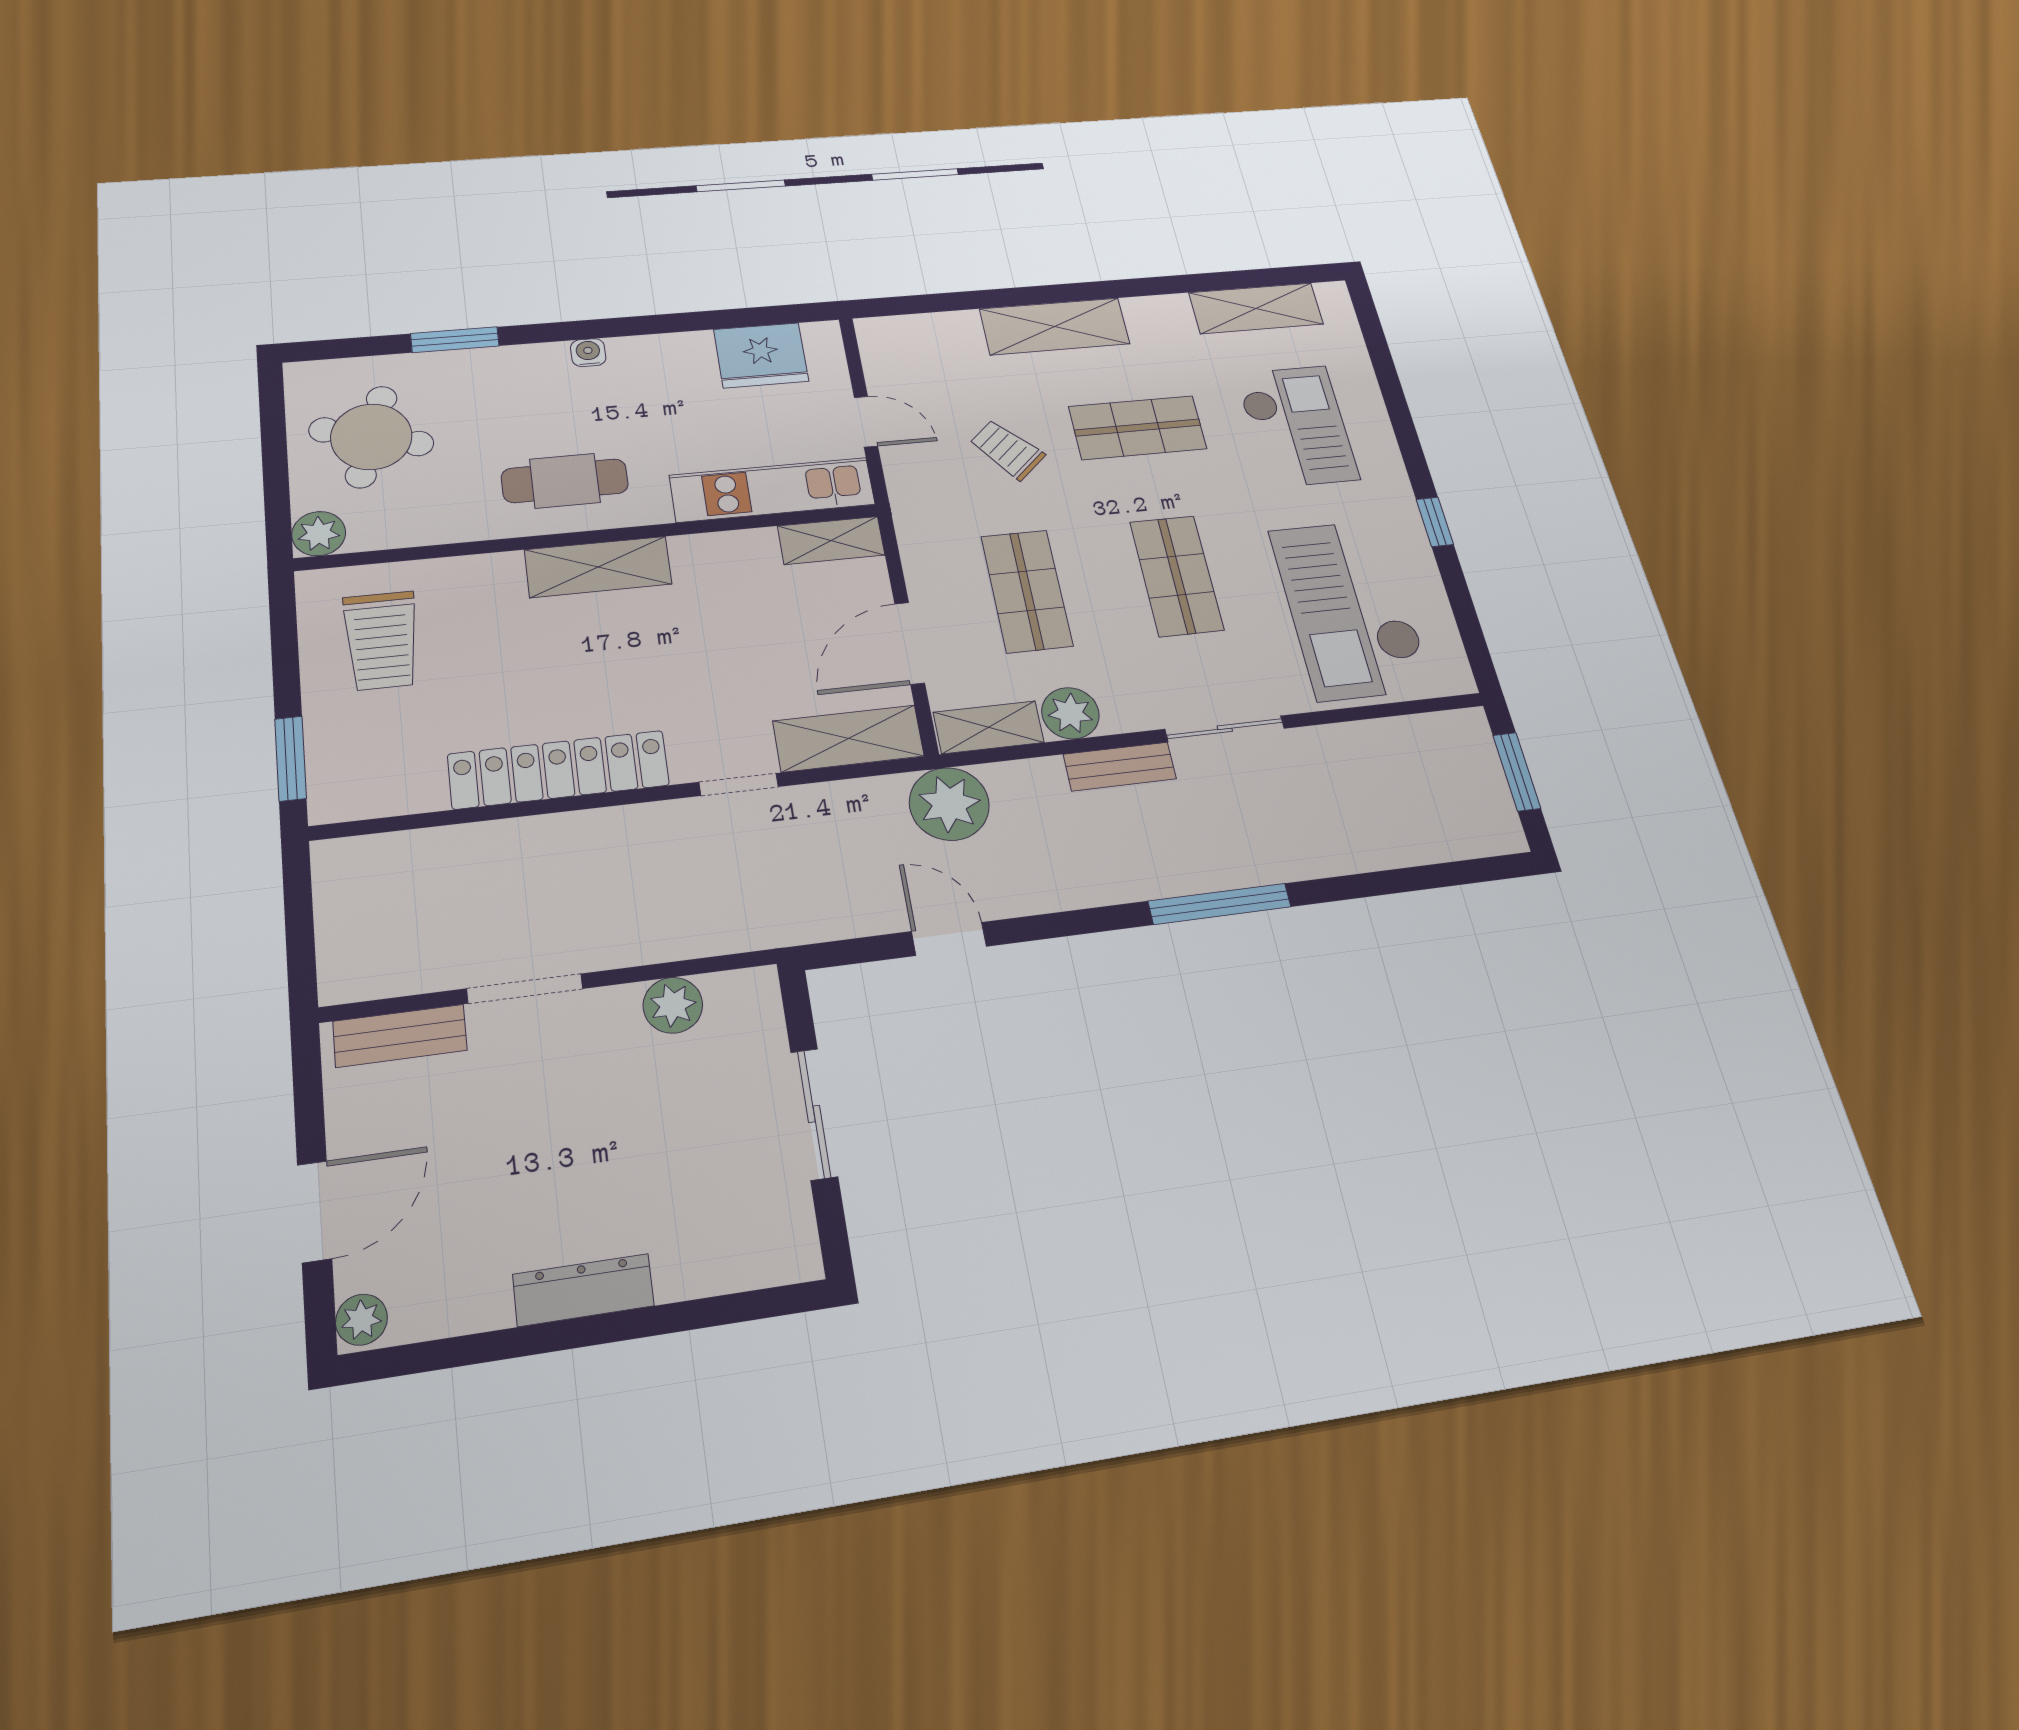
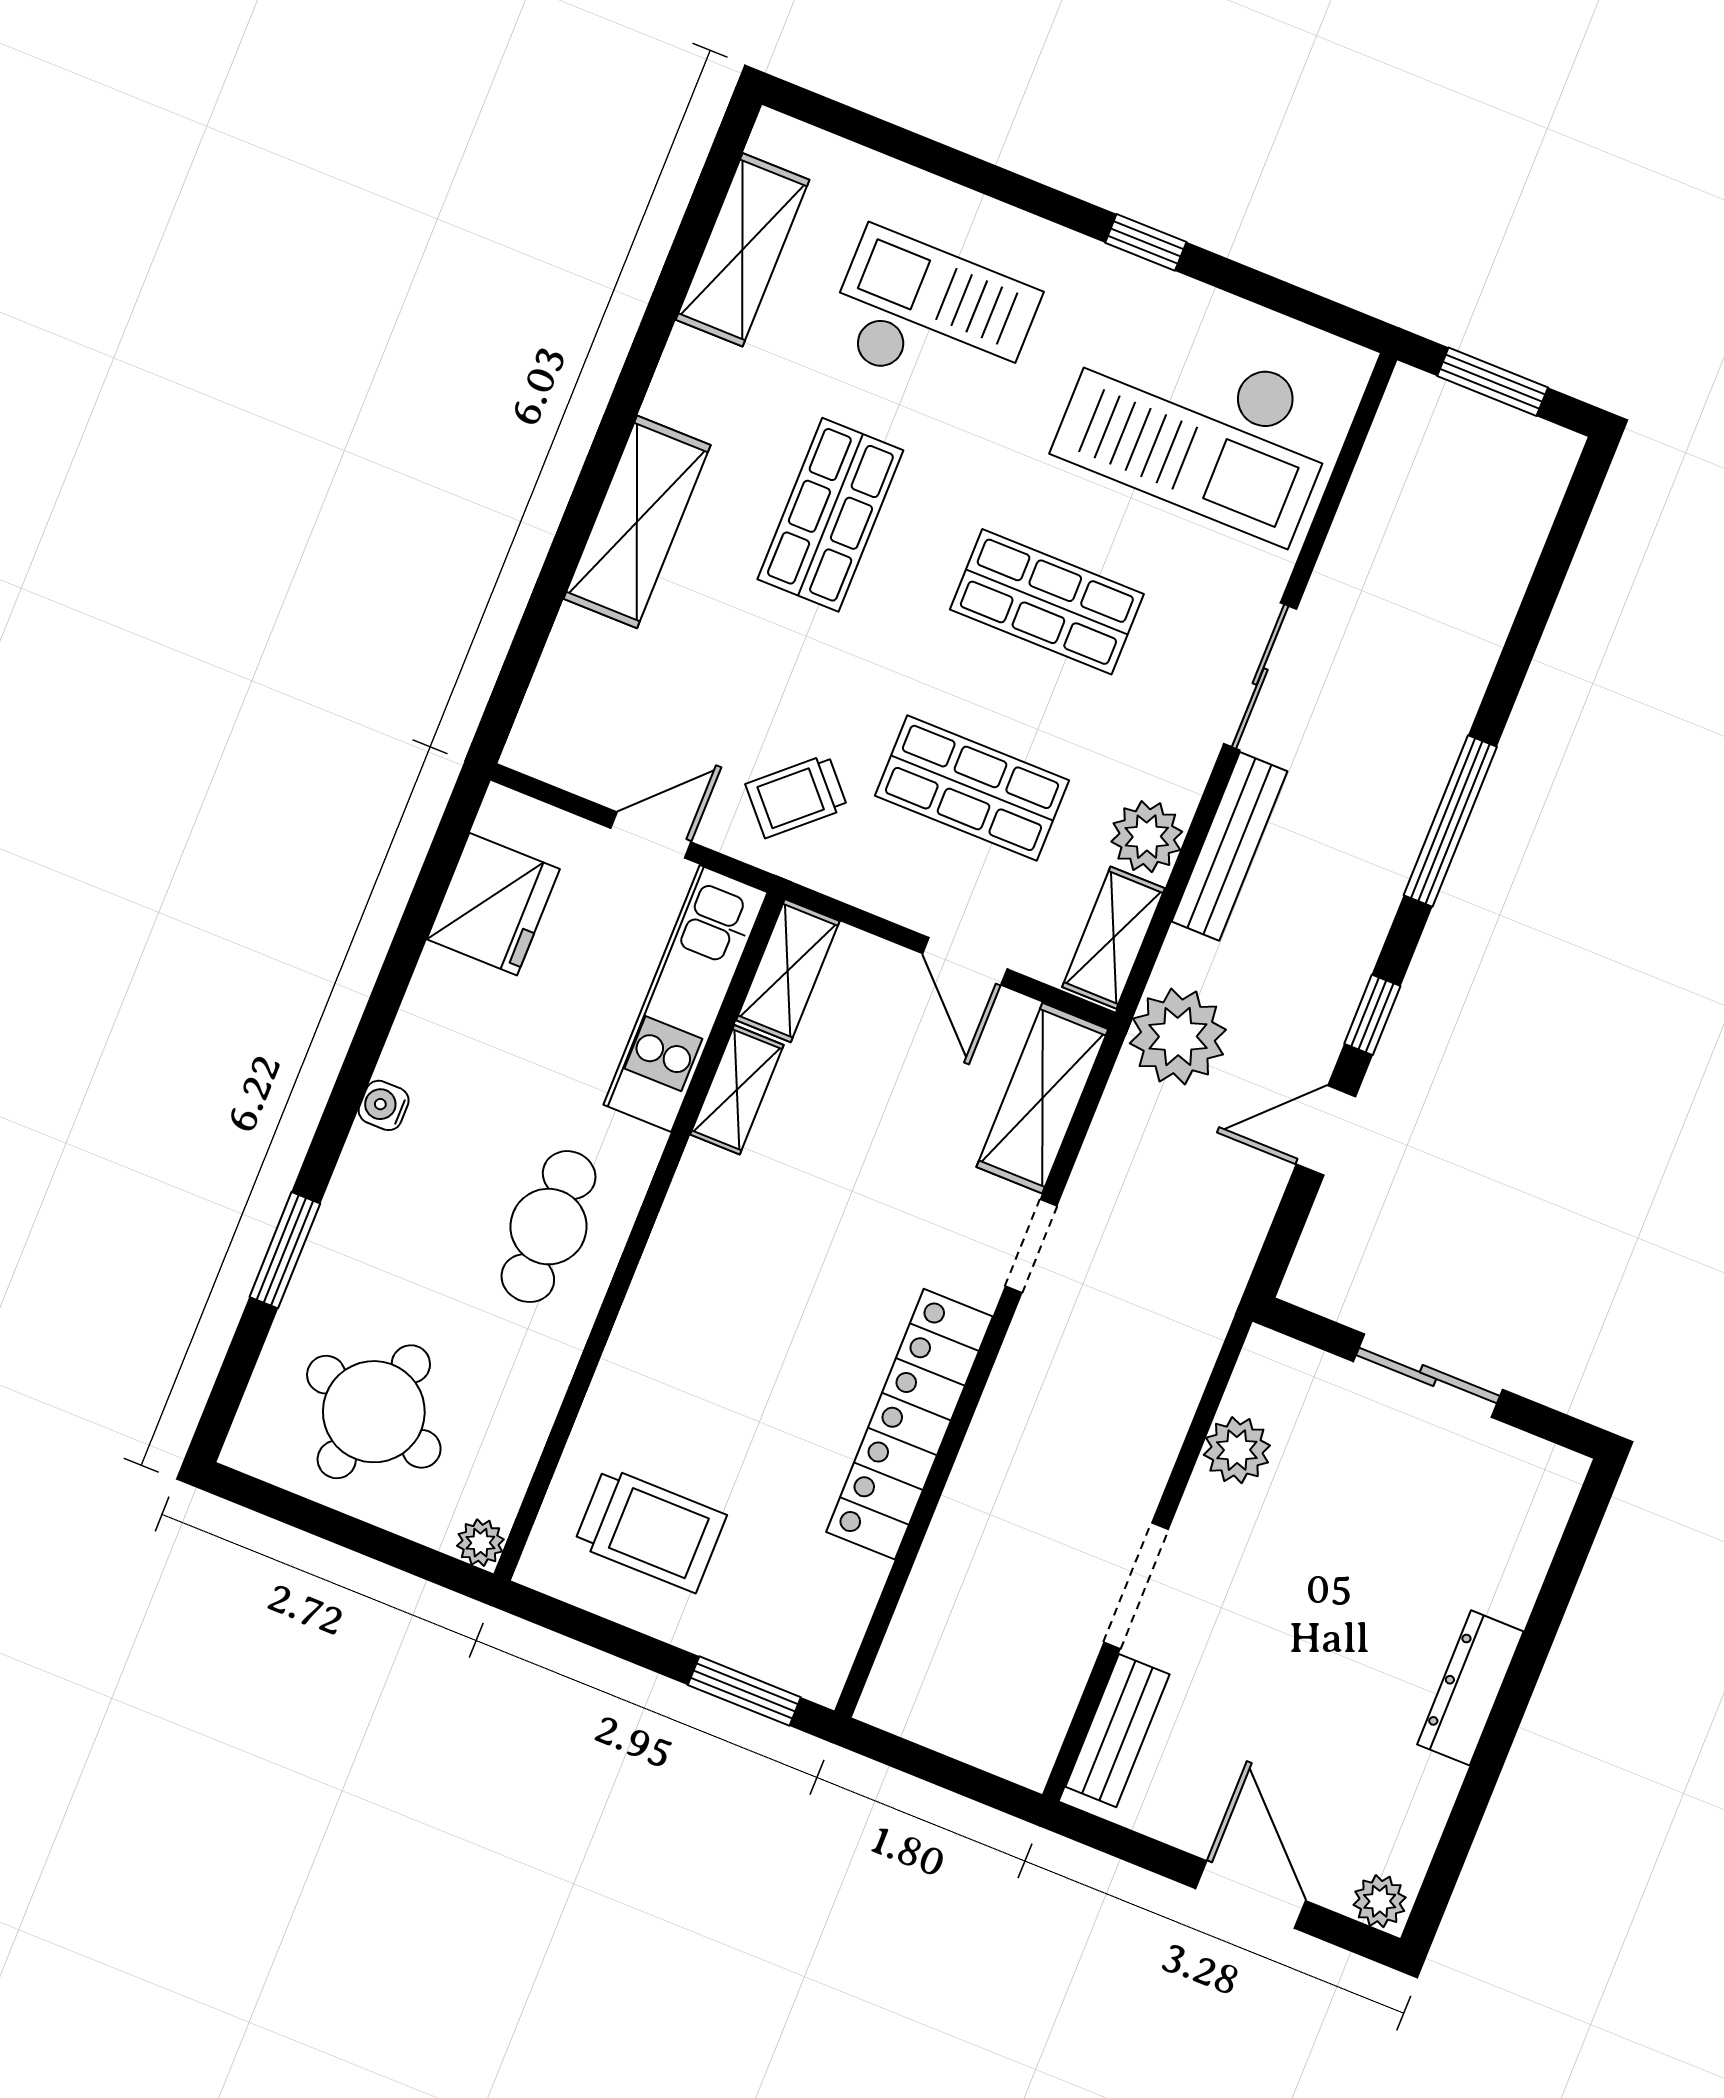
trolley: (1007, 450) -> (796, 796), moved
plant: (319, 534) -> (480, 1543), width x0.73, depth x0.73
shelving: (598, 567) -> (737, 1090), moved, width x0.67, depth x0.75
door: (910, 643) -> (965, 961), width x0.73
bench: (1120, 767) -> (1229, 846), width x1.36
window: (1051, 926) -> (1372, 1015), added

